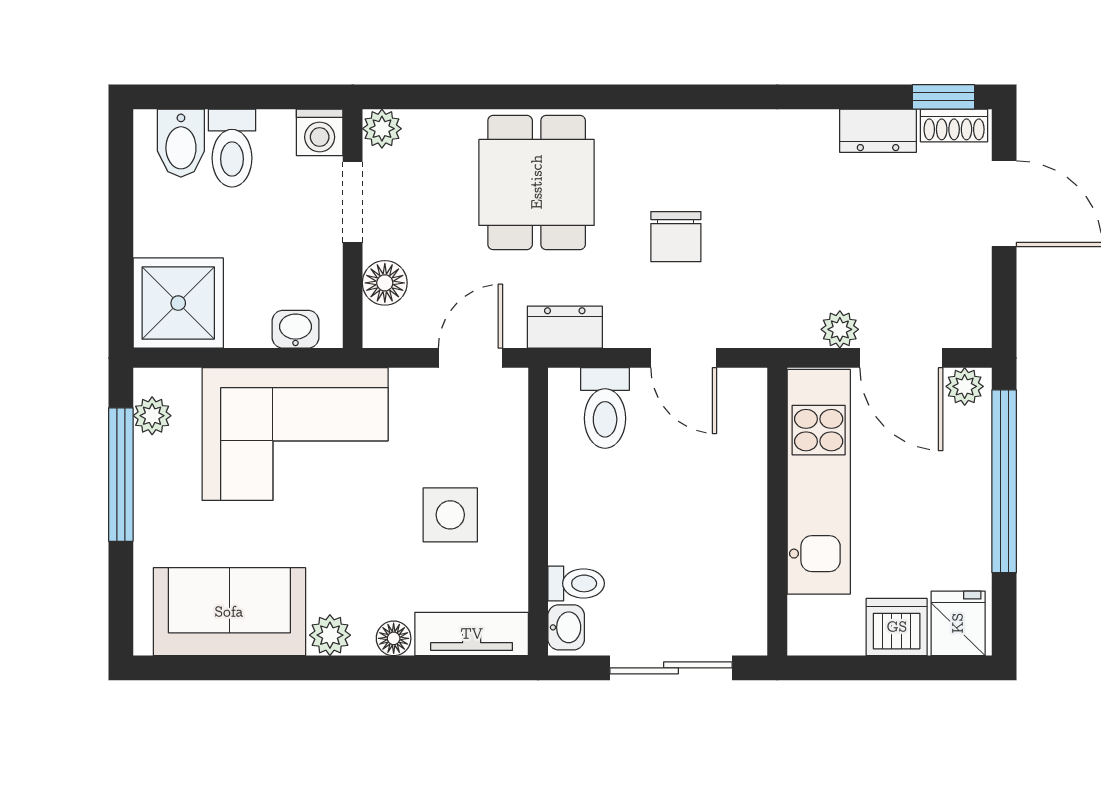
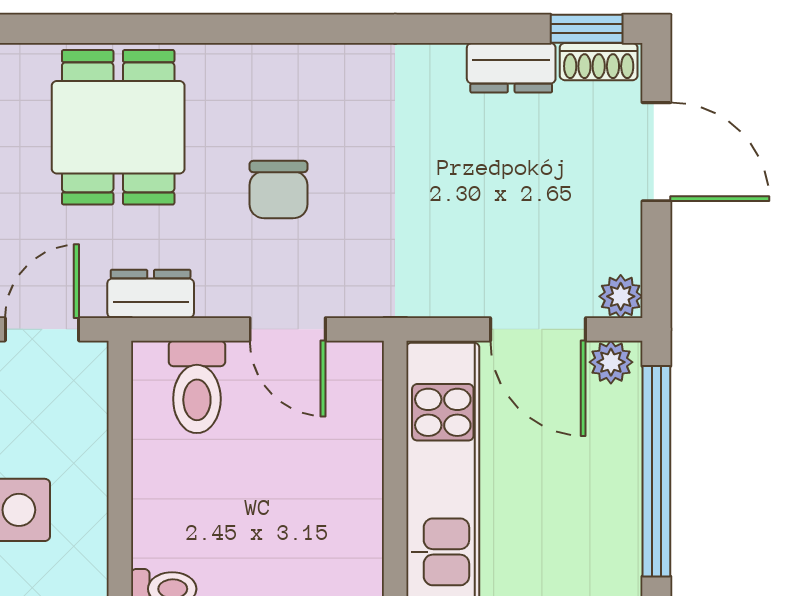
plant: (840, 329) -> (621, 296), moved

